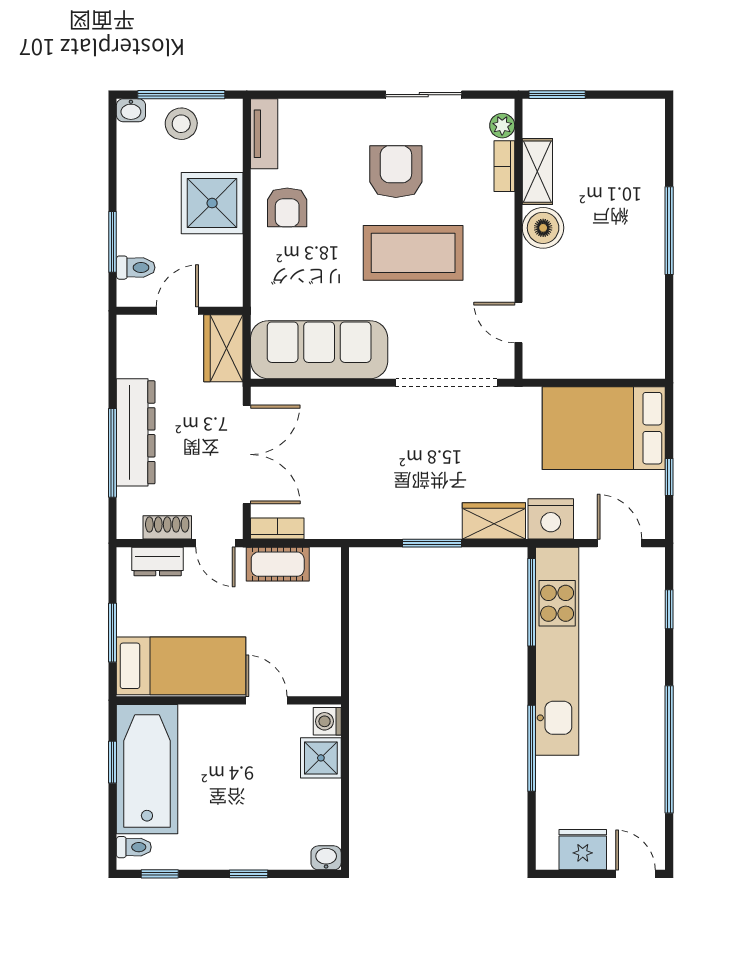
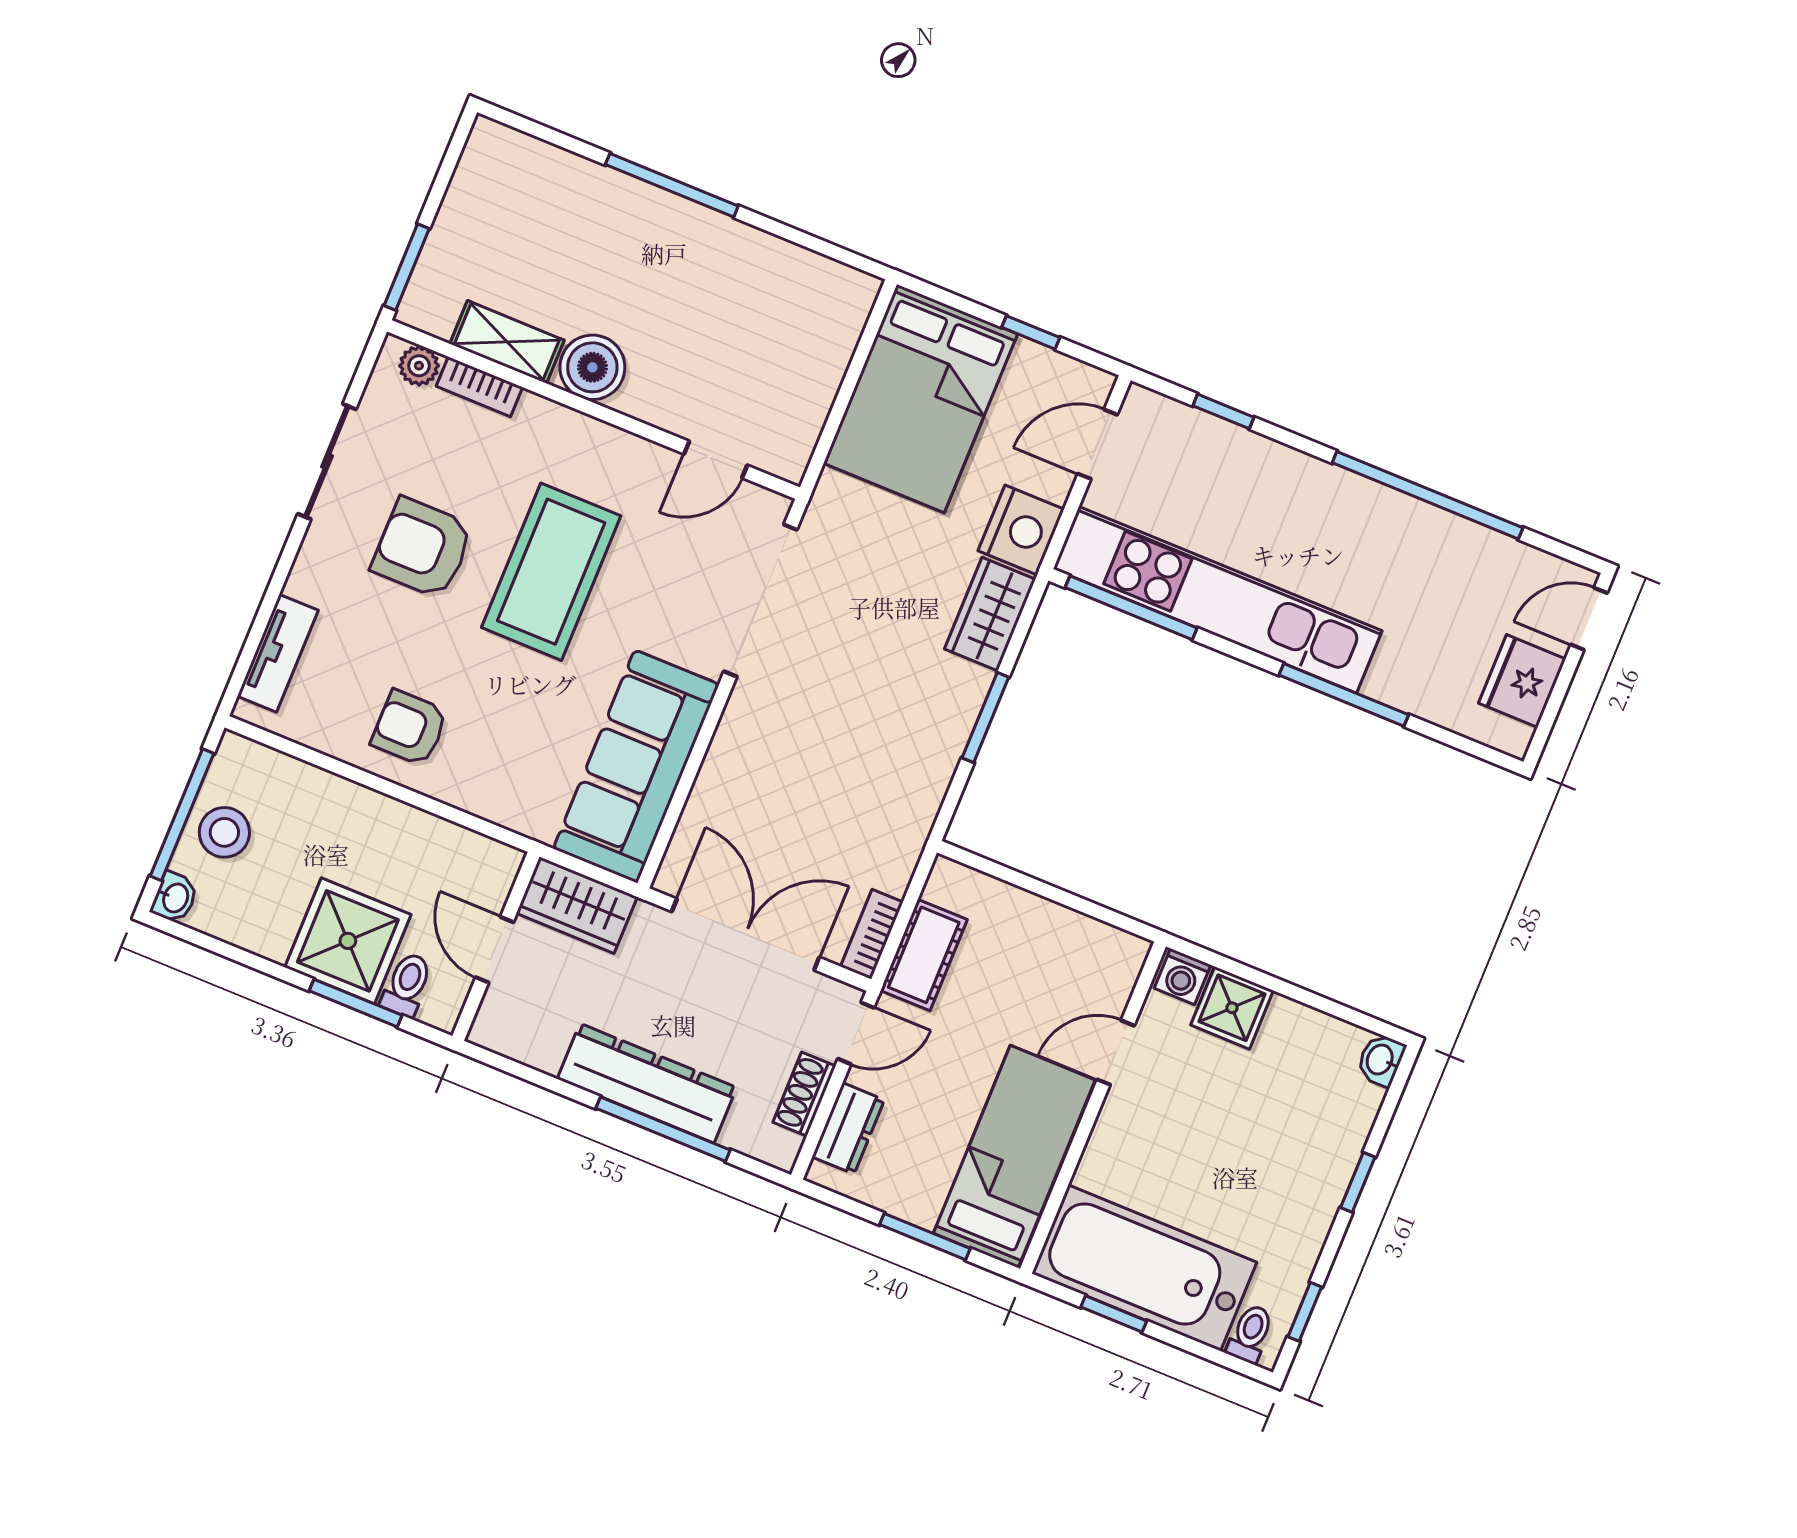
tv unit: (264, 134) -> (278, 653), moved, turned 90
shower: (212, 203) -> (348, 941), moved
armchair: (287, 207) -> (410, 728), turned 180

